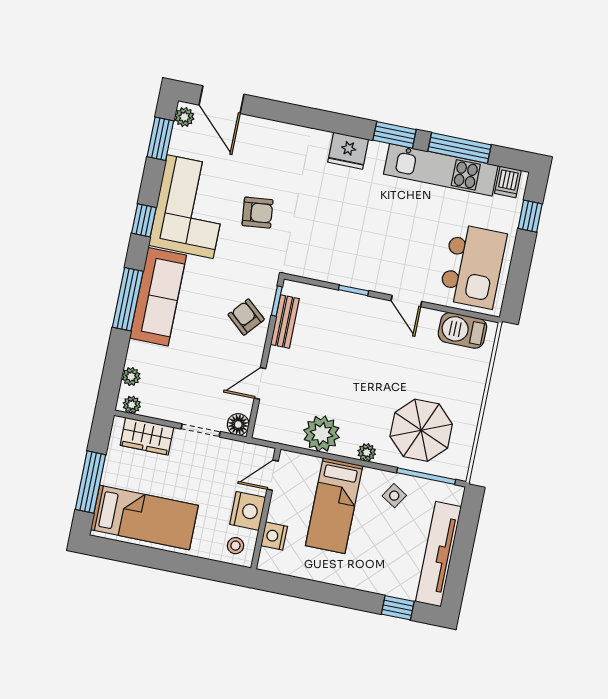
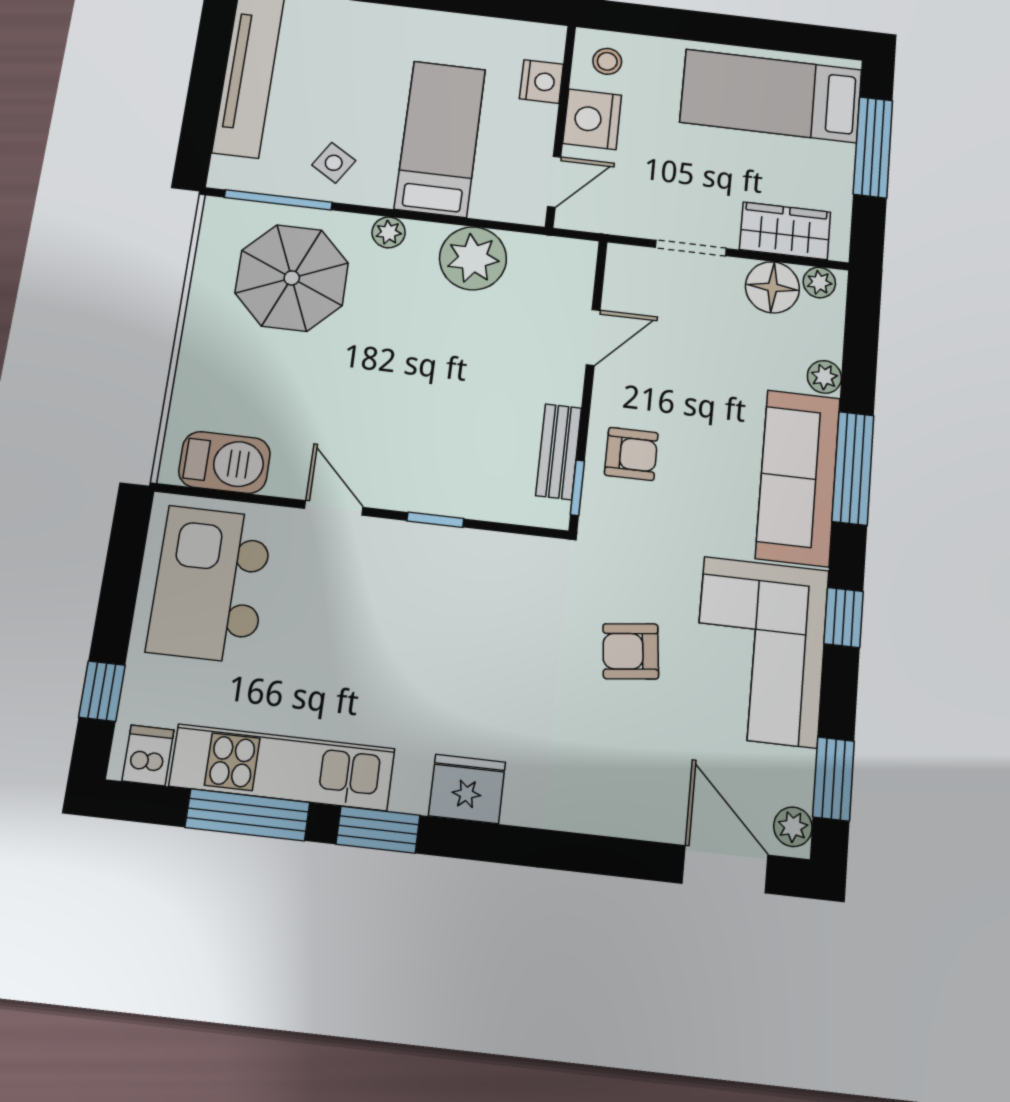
armchair: (246, 317) -> (631, 454), turned -41
plant: (131, 377) -> (824, 377), moved
floor lamp: (238, 424) -> (772, 287), moved, width x1.38, depth x1.38

